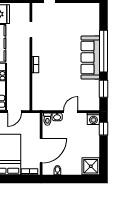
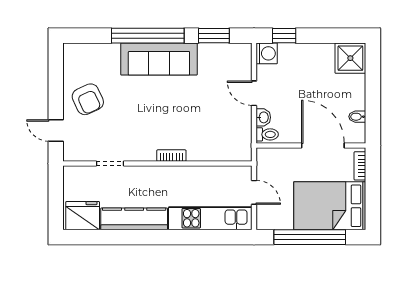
armchair: (67, 17) -> (88, 99), added

